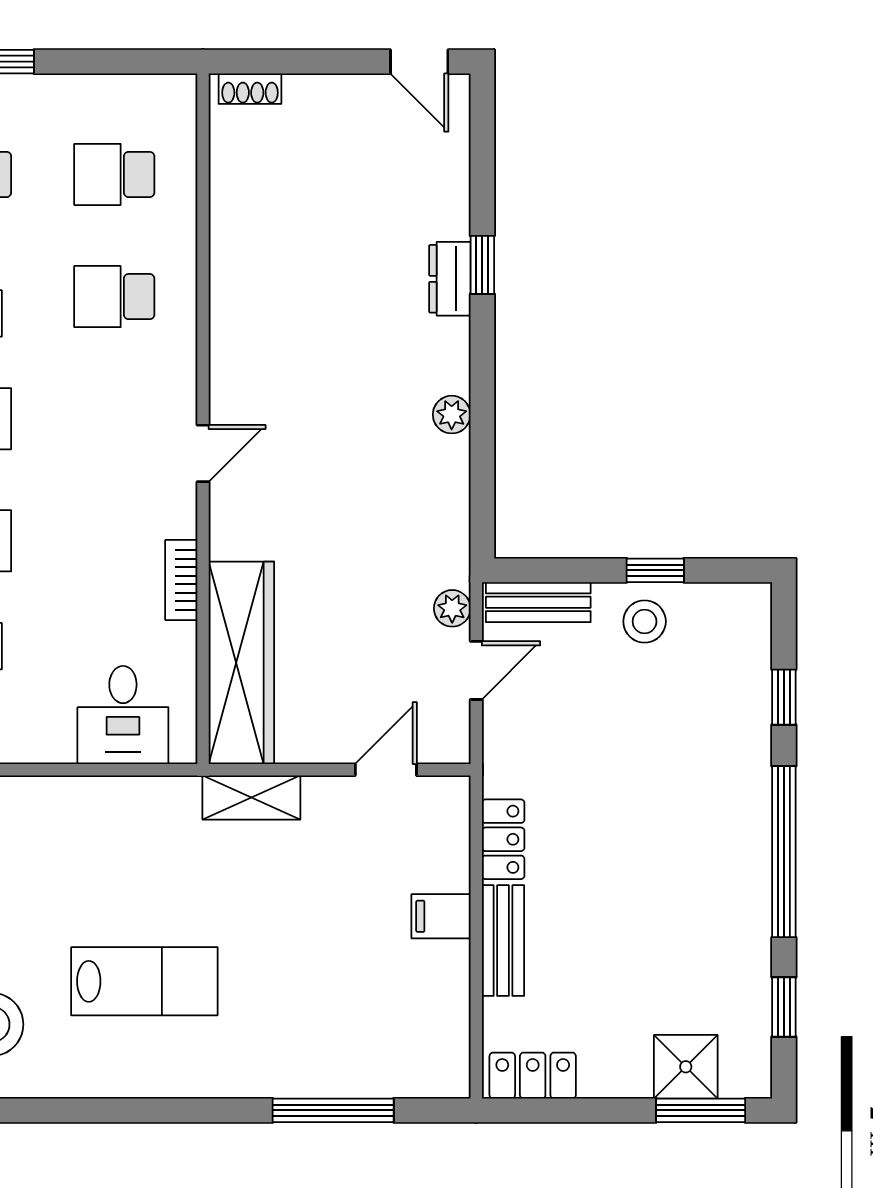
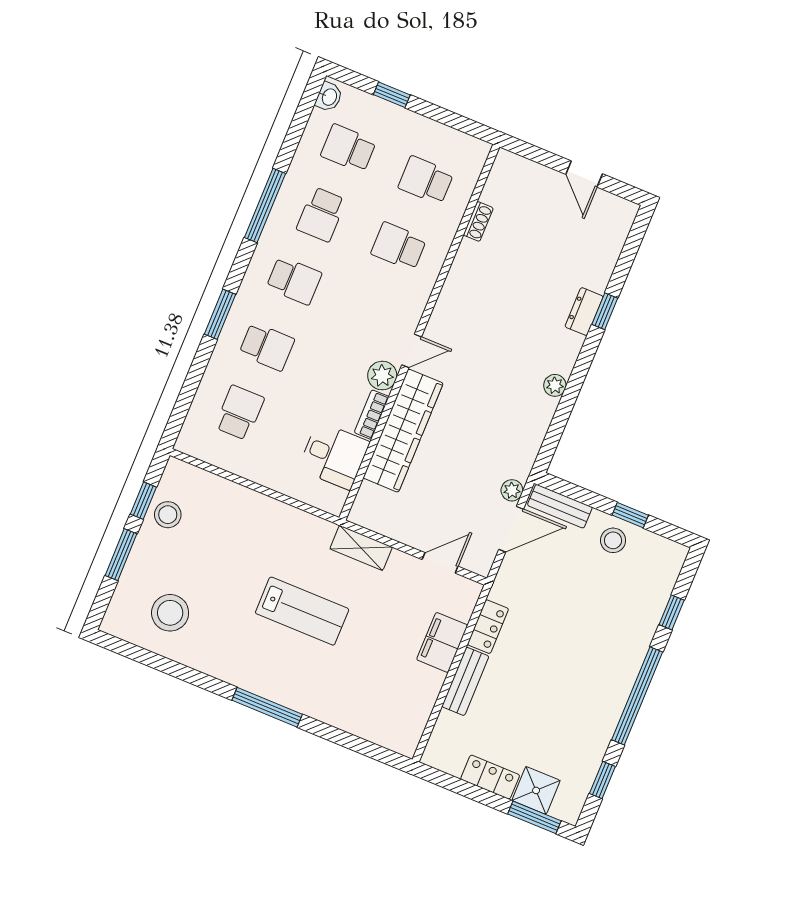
door: (419, 62) -> (584, 174), moved
shoe rack: (250, 89) -> (478, 221), moved, turned -90
plant: (173, 511) -> (382, 376), added
wardrobe: (241, 663) -> (403, 431), moved
door: (476, 670) -> (511, 529), width x1.38
desk: (123, 715) -> (334, 456), moved, turned -90
filing cabinet: (441, 916) -> (442, 642), width x2.00
lab bench: (144, 981) -> (302, 611), moved
locker: (533, 1076) -> (490, 777), moved
window: (333, 1110) -> (267, 707), moved

